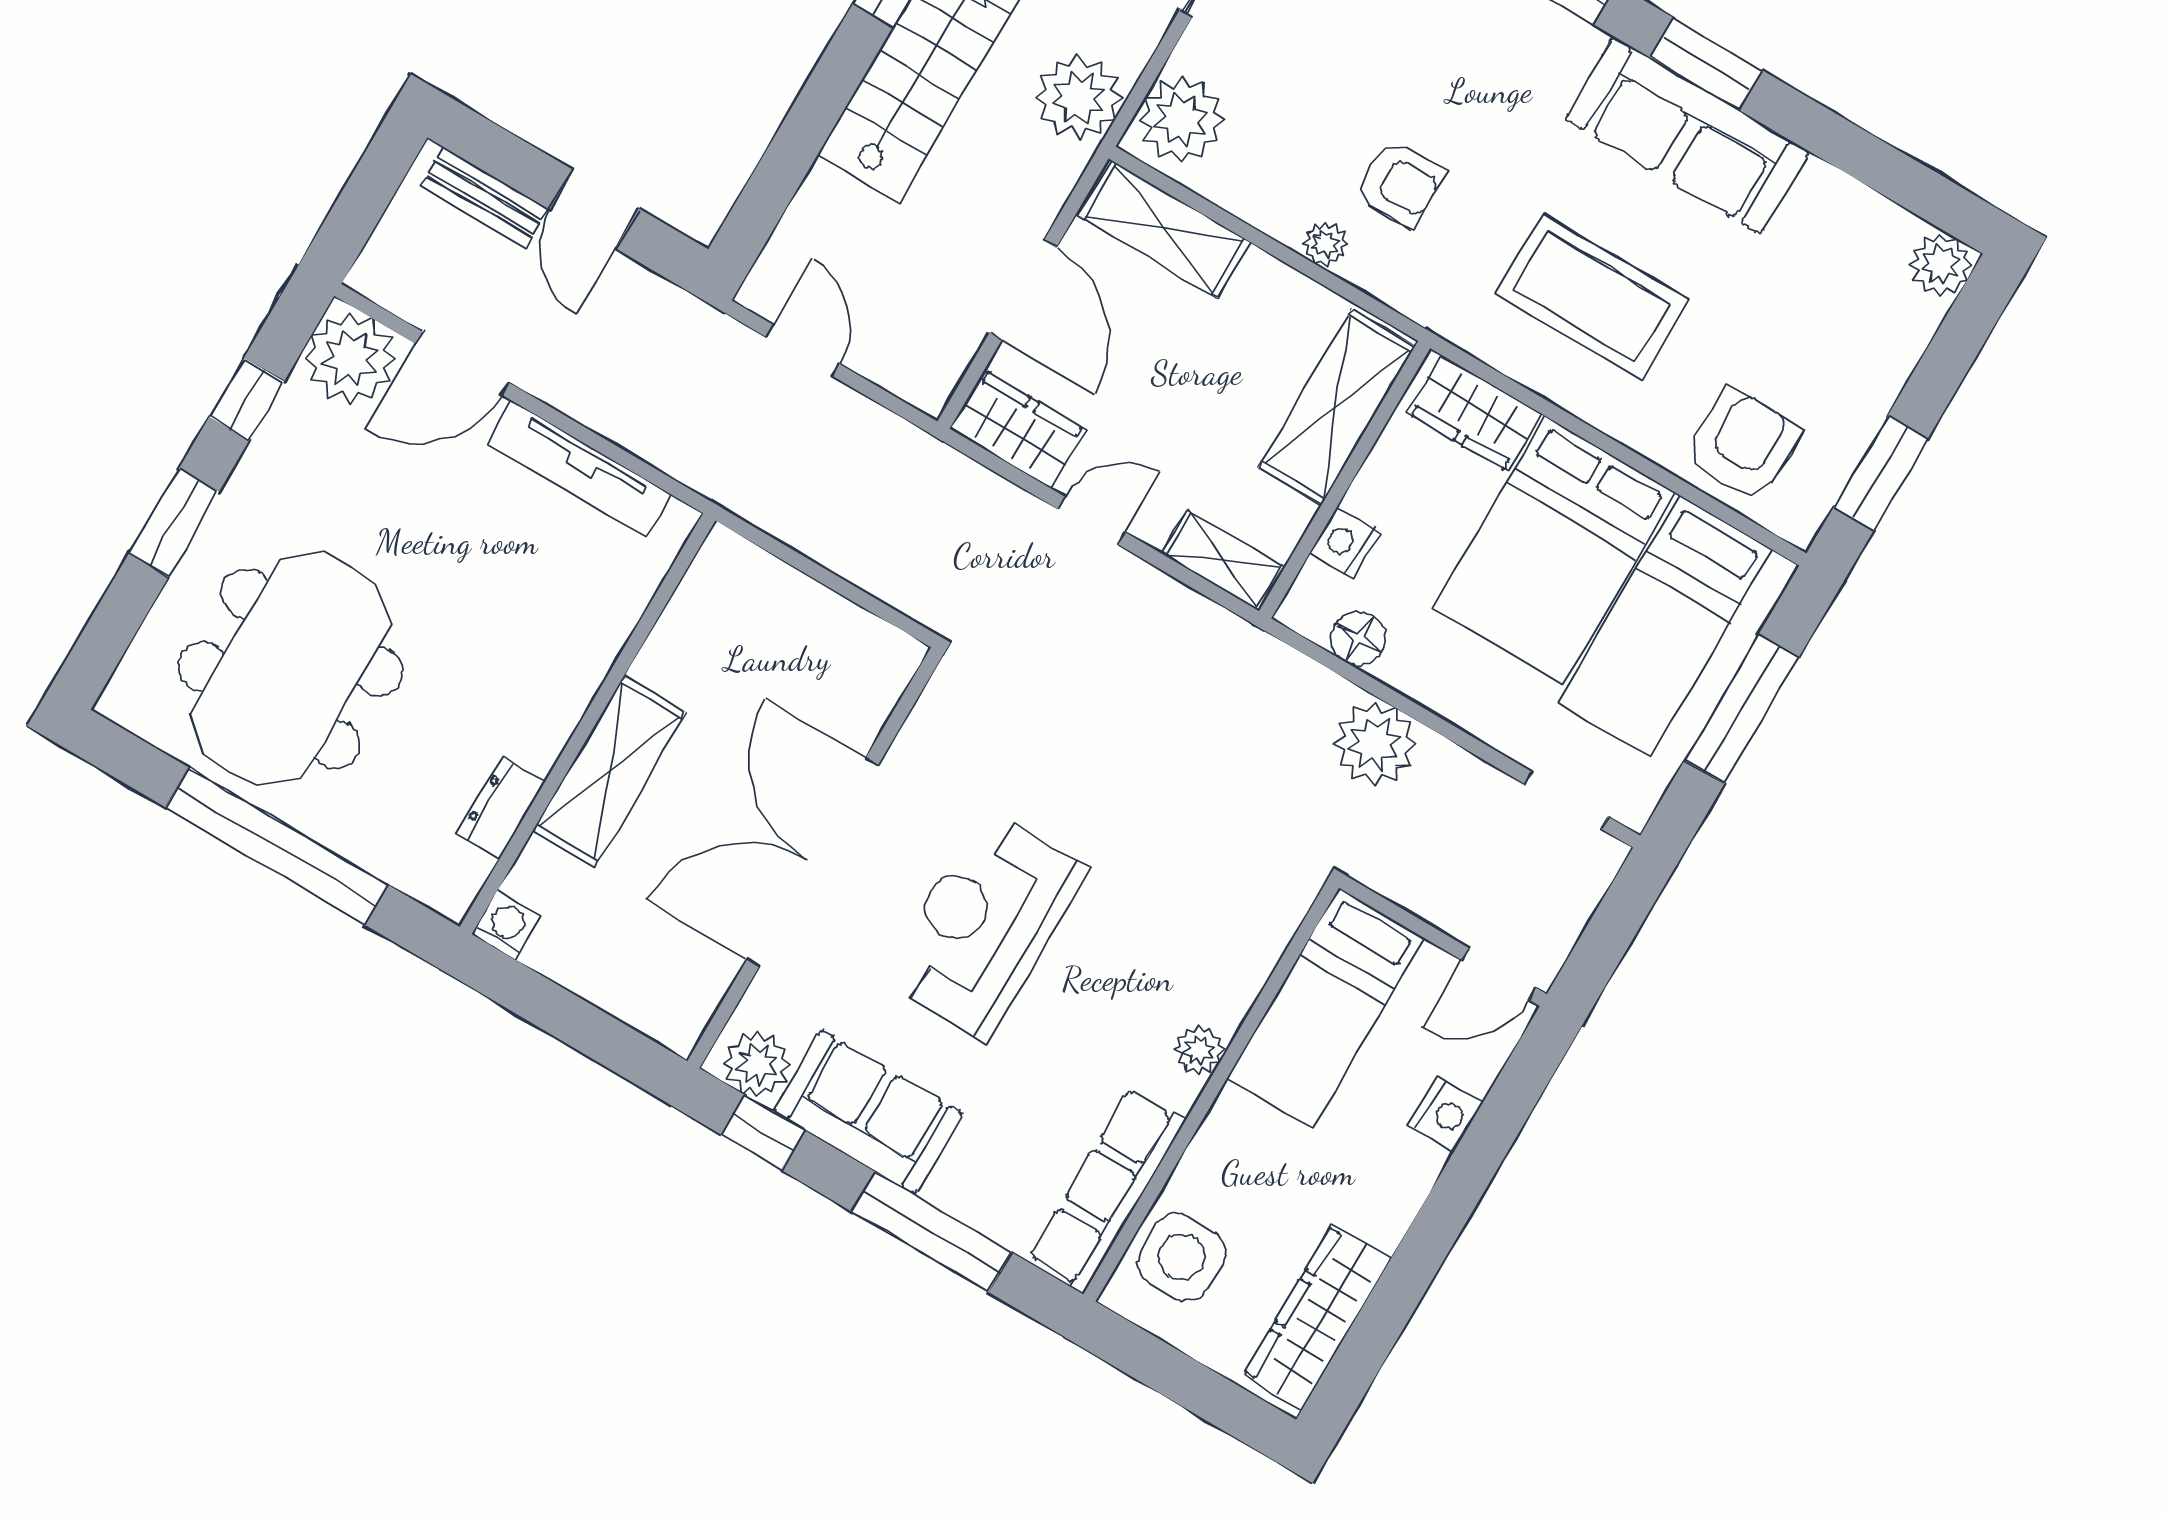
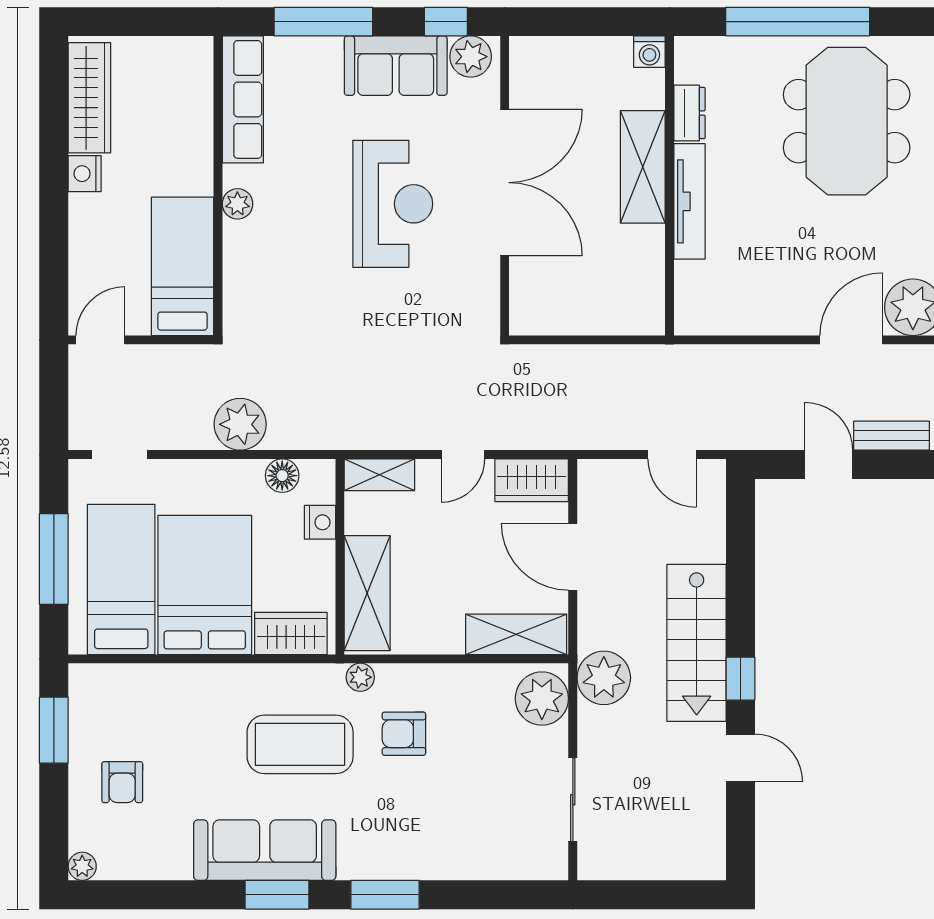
plant: (1325, 244) -> (360, 677), moved
plant: (1941, 265) -> (82, 866), width x0.73, depth x0.73
coffee table: (1591, 296) -> (300, 744), moved
armchair: (1743, 445) -> (122, 782), moved, width x0.72, depth x0.72
tv unit: (579, 469) -> (689, 201), moved, turned 90
nightstand: (1446, 1114) -> (85, 174), moved
side table: (1182, 1257) -> (181, 87), removed

